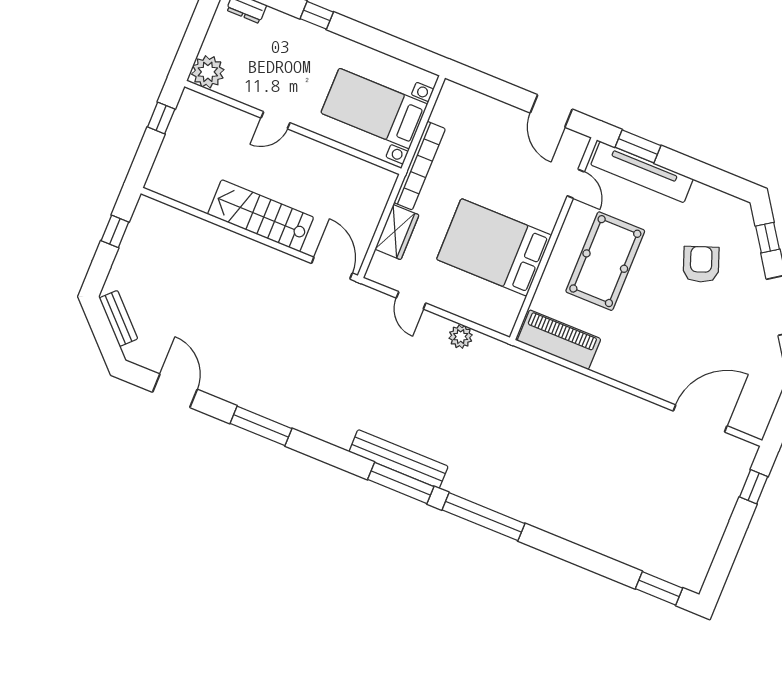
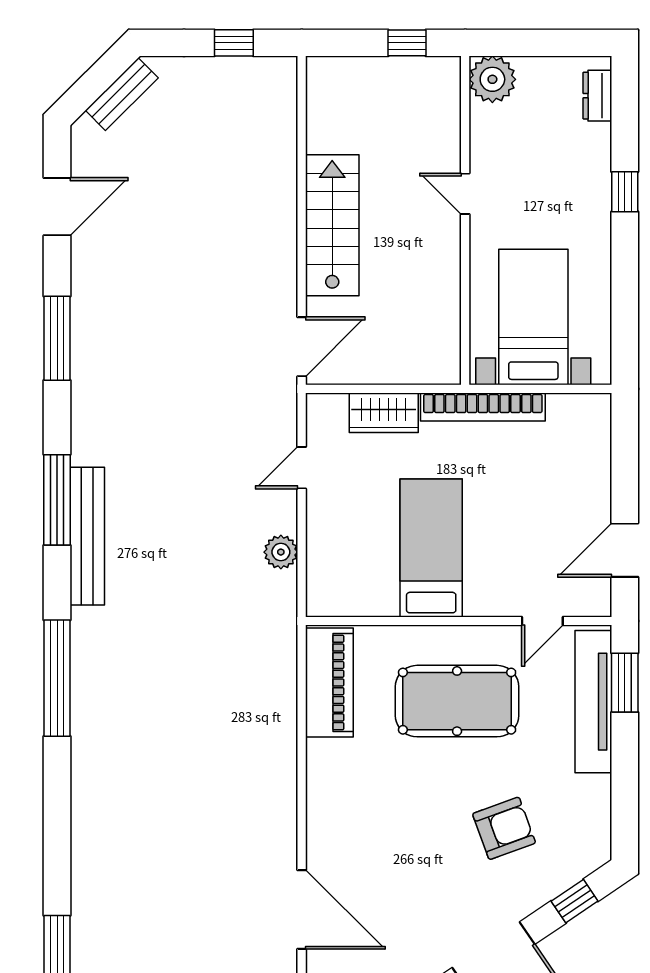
bed: (494, 247) -> (431, 548), width x0.67
window: (401, 483) -> (57, 500), moved

